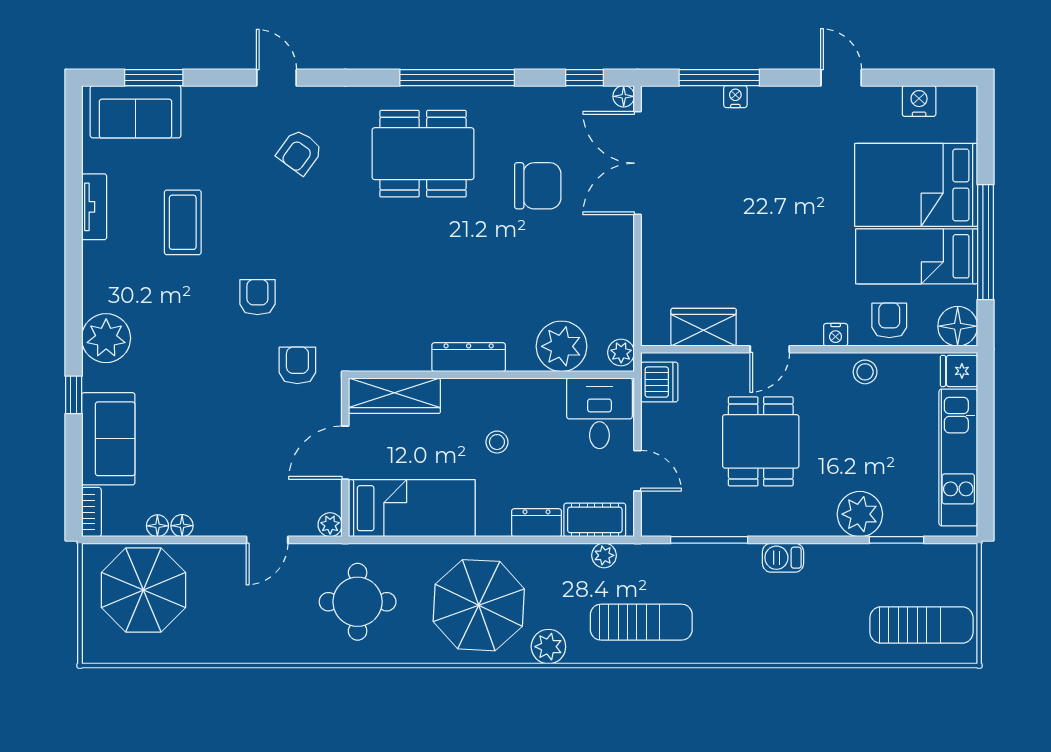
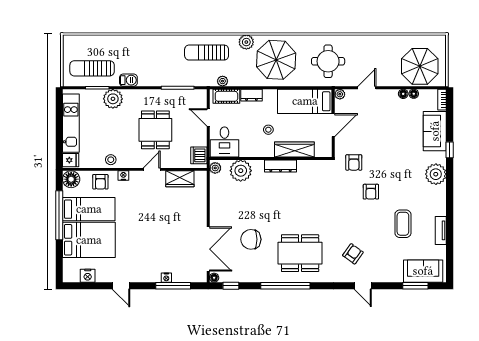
wardrobe: (394, 396) -> (294, 150), moved
barbecue: (783, 558) -> (128, 80), moved
sun lounger: (921, 625) -> (92, 68), moved

